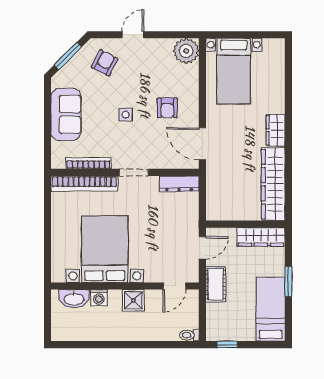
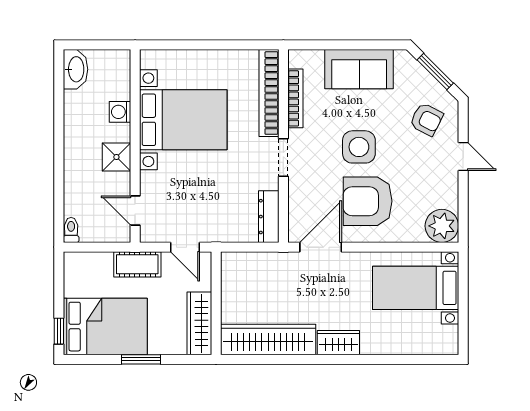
armchair: (167, 108) -> (368, 201), width x1.88, depth x1.88
side table: (126, 115) -> (359, 147), width x1.87, depth x1.87
washbasin: (74, 299) -> (75, 69), moved, turned 180
bed: (271, 309) -> (105, 327), width x1.50
window: (227, 345) -> (59, 331), moved

